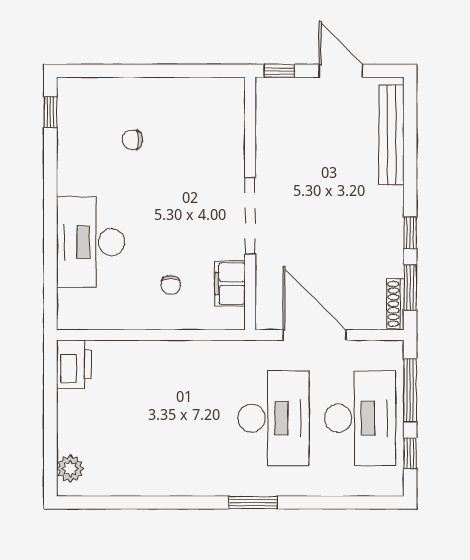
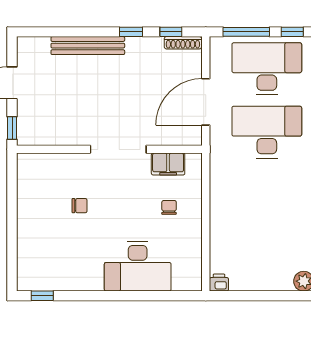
bench: (392, 135) -> (88, 46), moved
chair: (132, 140) -> (80, 206), moved, turned -90
chair: (171, 285) -> (169, 207), turned -90
window: (410, 287) -> (171, 32), width x0.67
printer: (74, 364) -> (219, 283), width x0.53, depth x0.68

